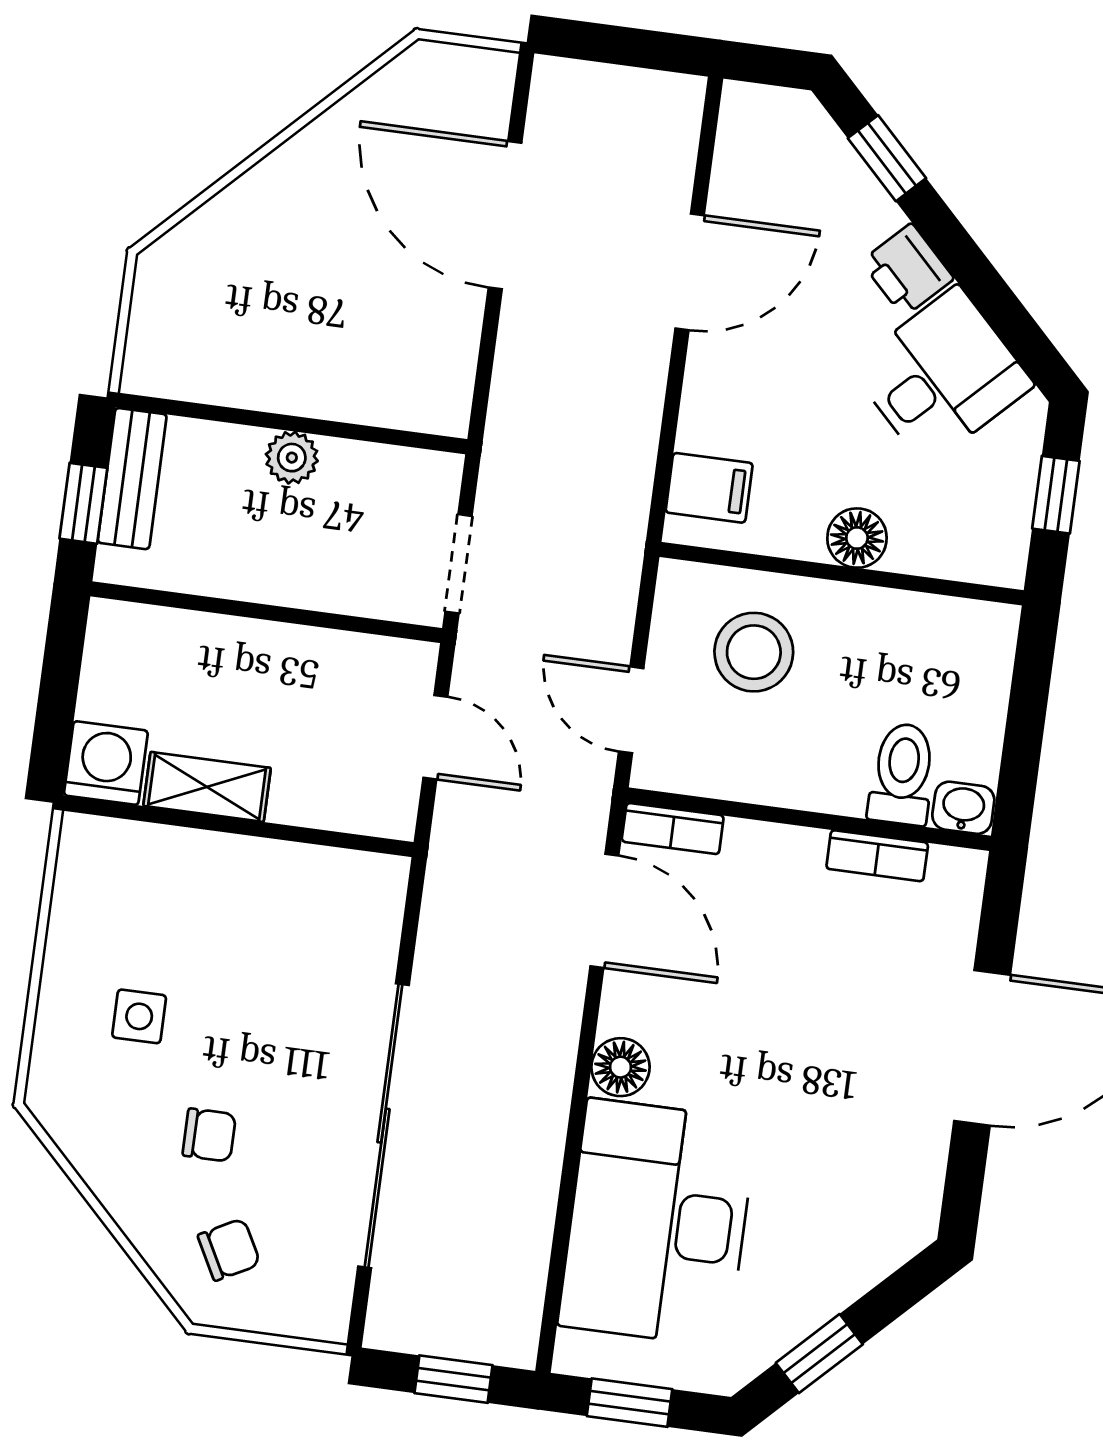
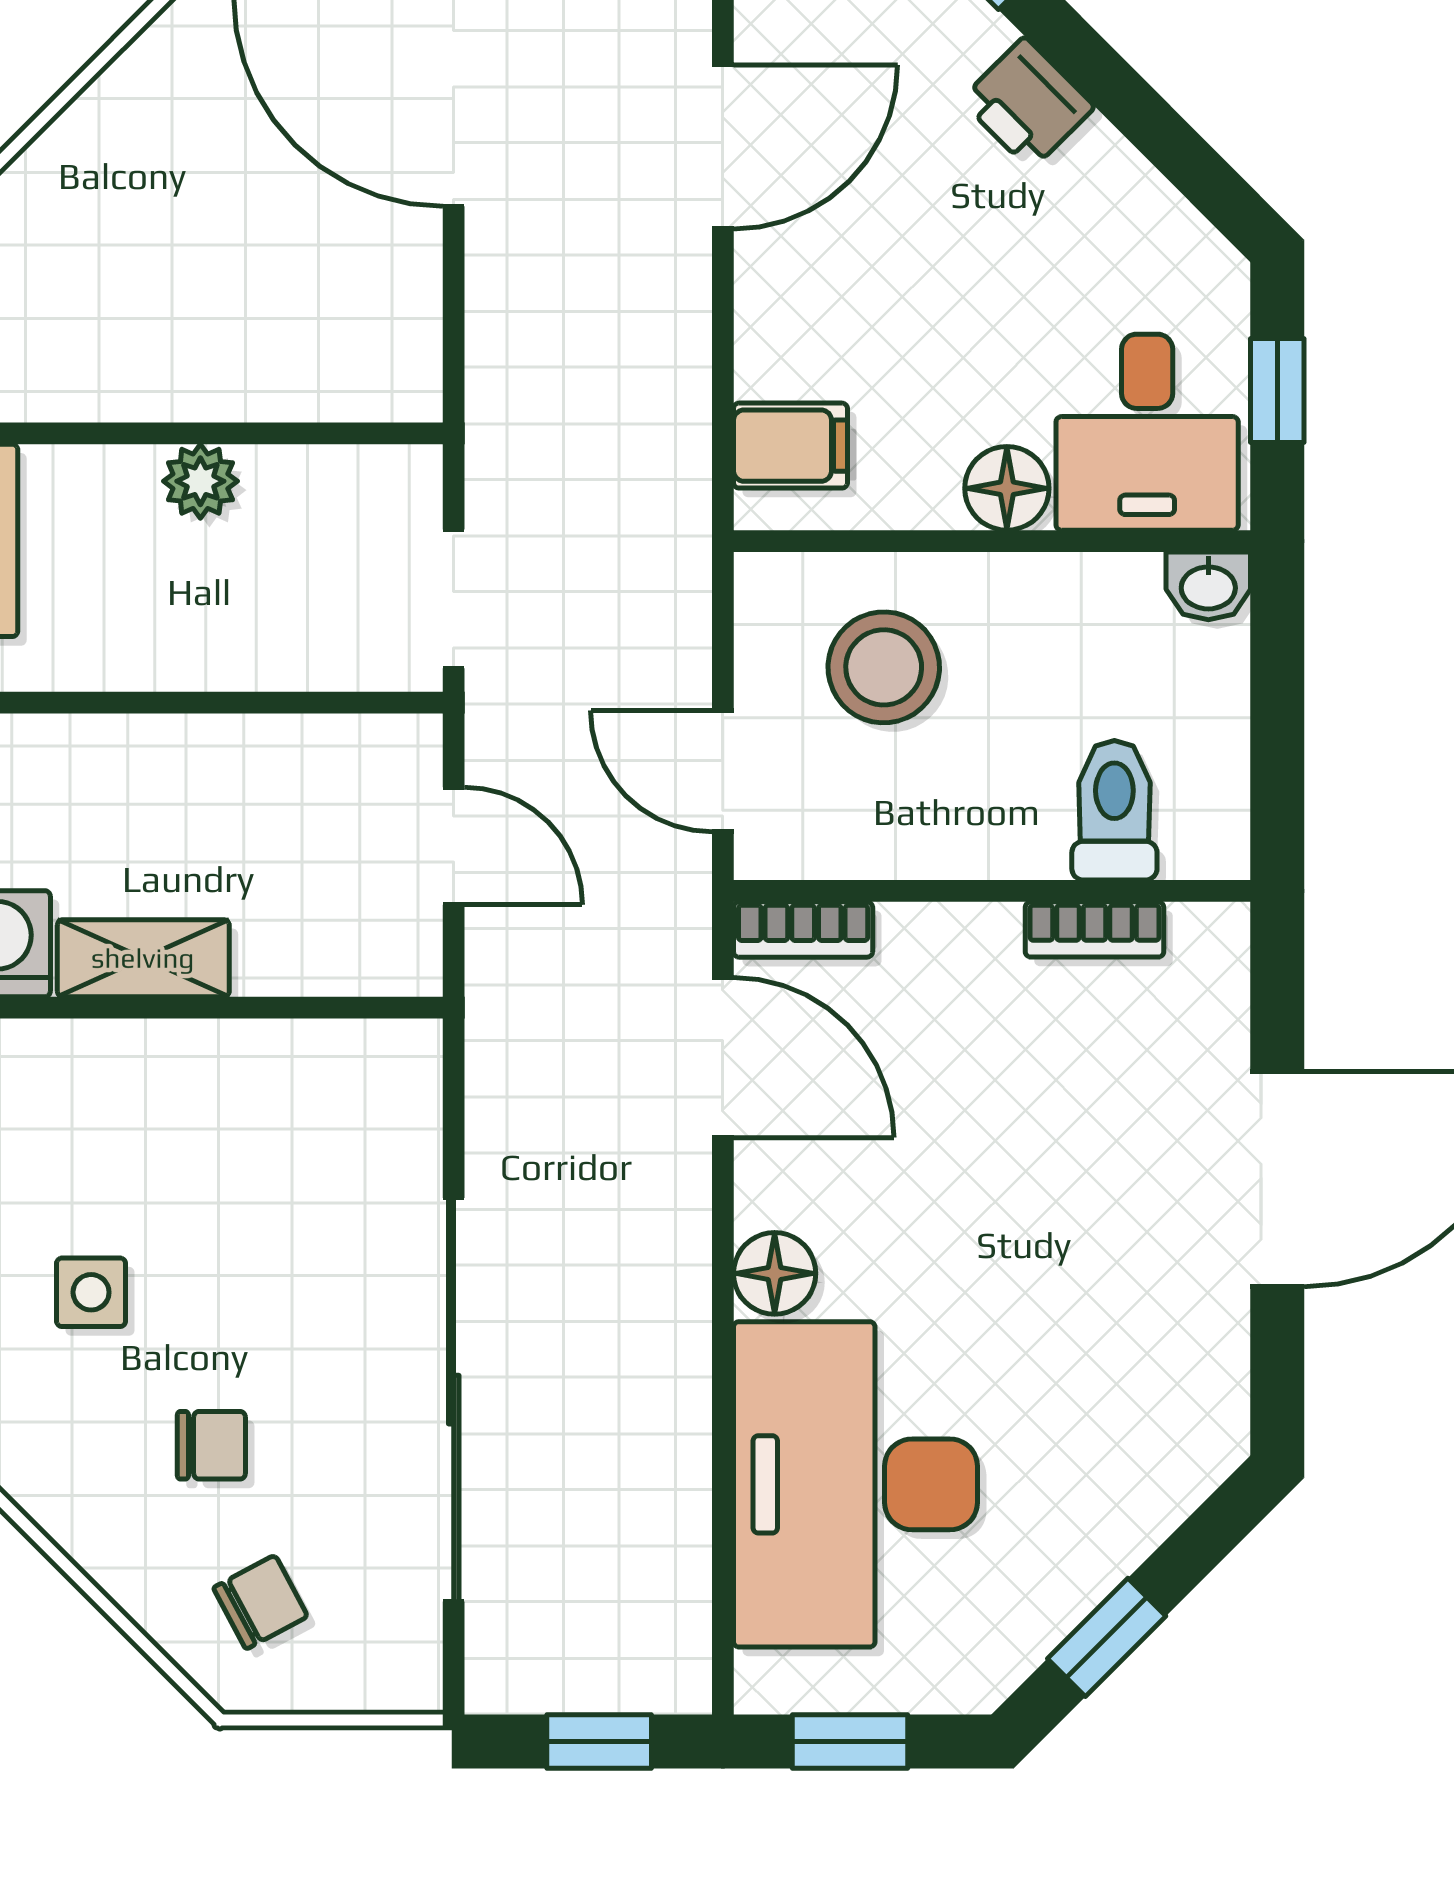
desk: (942, 376) -> (1147, 432), moved, turned 135
washbasin: (963, 808) -> (1208, 586), moved, turned 180

